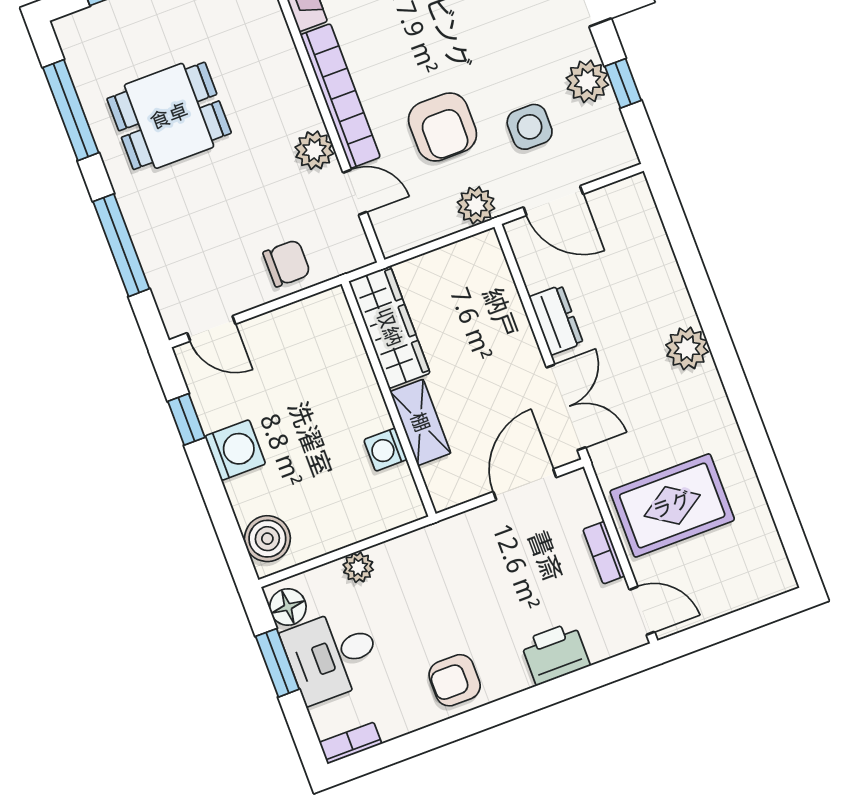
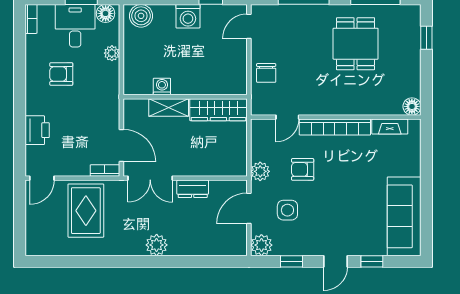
plant: (587, 81) -> (261, 245), moved
armchair: (443, 127) -> (303, 169), width x0.72, depth x0.72
plant: (314, 150) -> (314, 106), removed
bookcase: (604, 553) -> (105, 170), moved
armchair: (455, 680) -> (61, 74), moved, turned -90

